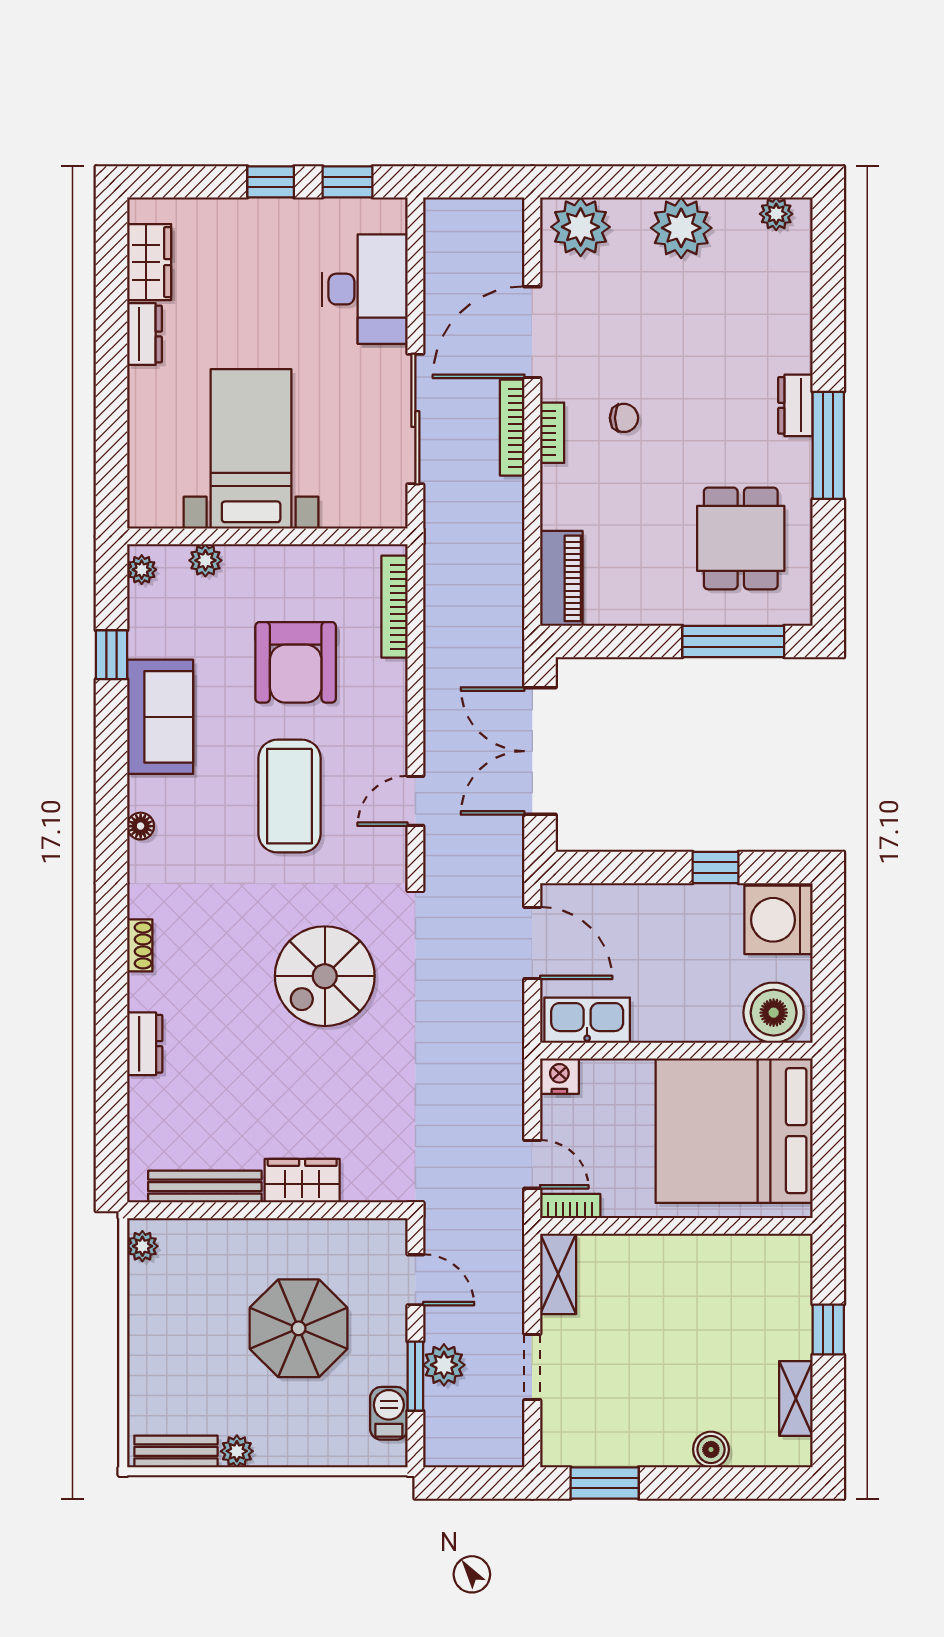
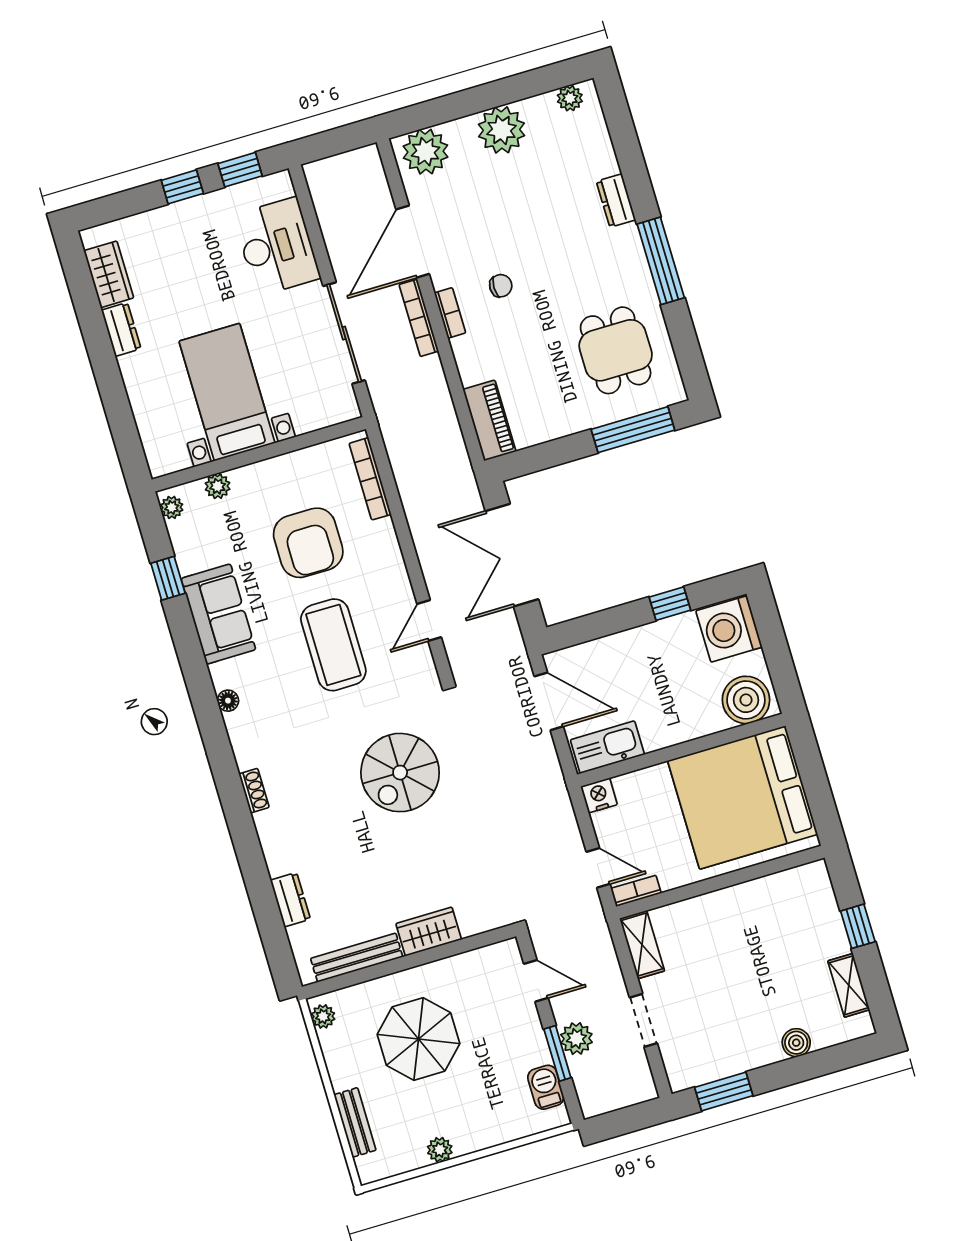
dresser: (795, 405) -> (616, 201), moved
dresser: (145, 1044) -> (290, 900), moved
parasol: (299, 1328) -> (419, 1039), moved
bench: (176, 1451) -> (355, 1122), moved, turned 90

